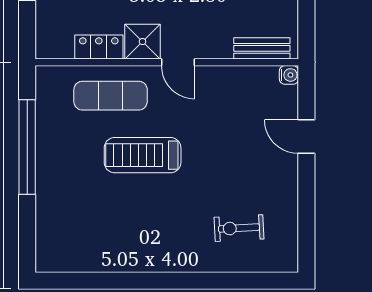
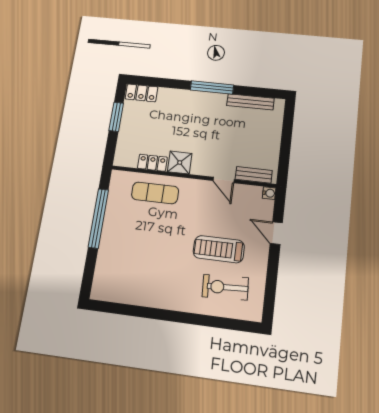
door: (178, 62) -> (223, 180), moved
treadmill: (143, 155) -> (219, 249), moved
exercise bike: (239, 228) -> (225, 287), width x1.38, depth x1.39

